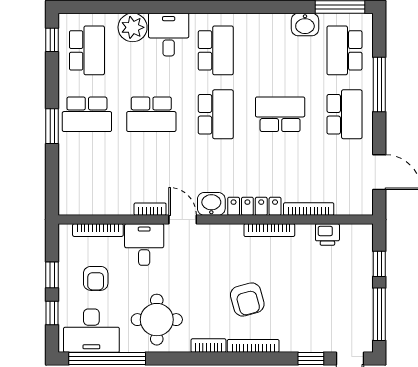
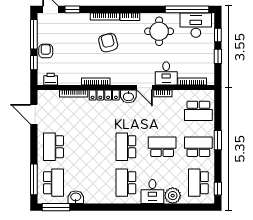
window: (379, 85) -> (34, 179), moved
school desk: (280, 114) -> (198, 111), moved
printer: (327, 234) -> (51, 79), moved
armchair: (96, 278) -> (46, 51), moved

